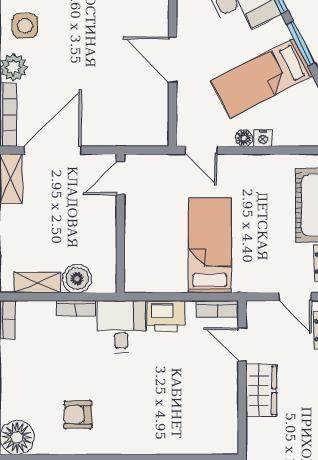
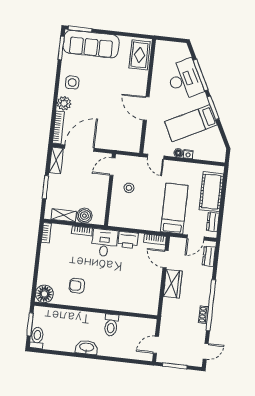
stool: (157, 216) -> (129, 188), added
bed: (210, 246) -> (174, 208), moved
door: (295, 297) -> (195, 238), hinge flipped

